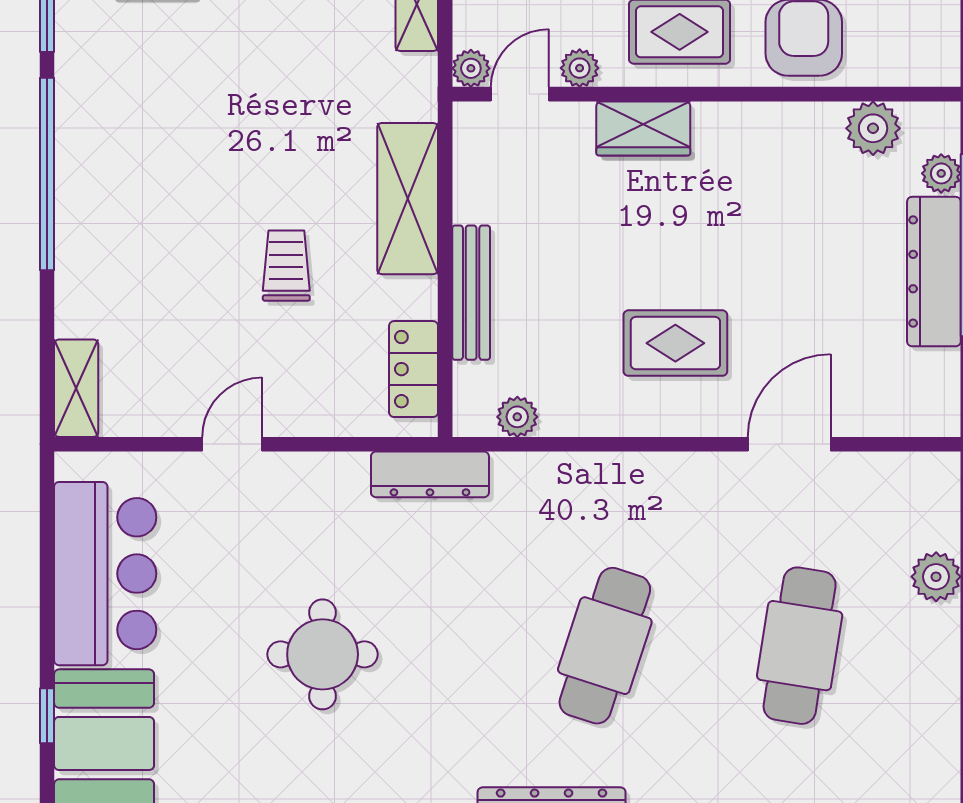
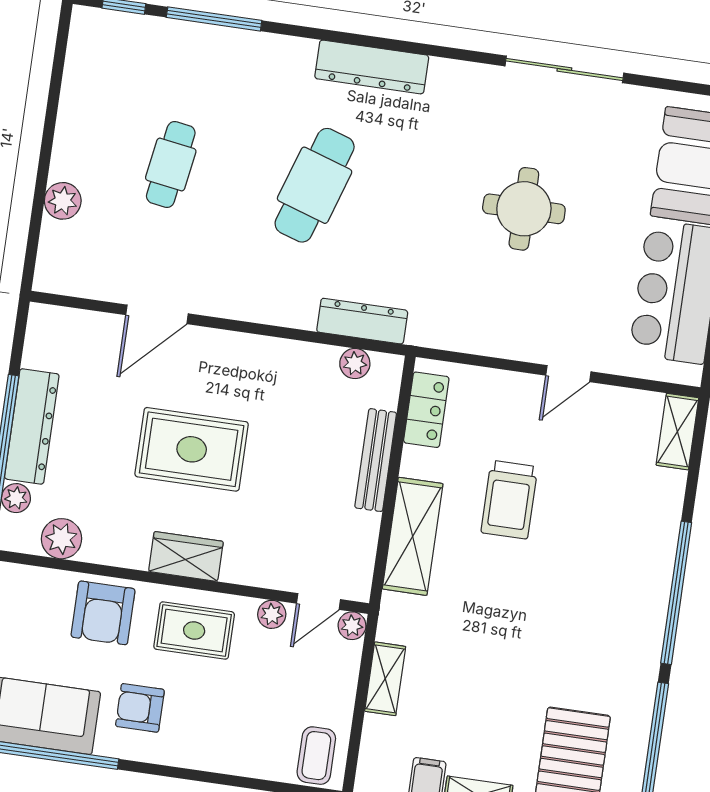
wardrobe: (643, 129) -> (186, 556), moved
trolley: (286, 266) -> (509, 500), width x1.36, depth x1.39
rug: (675, 343) -> (192, 449), moved, width x1.36, depth x1.43
dresser: (430, 474) -> (362, 321), moved
cafe table: (800, 646) -> (171, 165), width x0.73, depth x0.74

